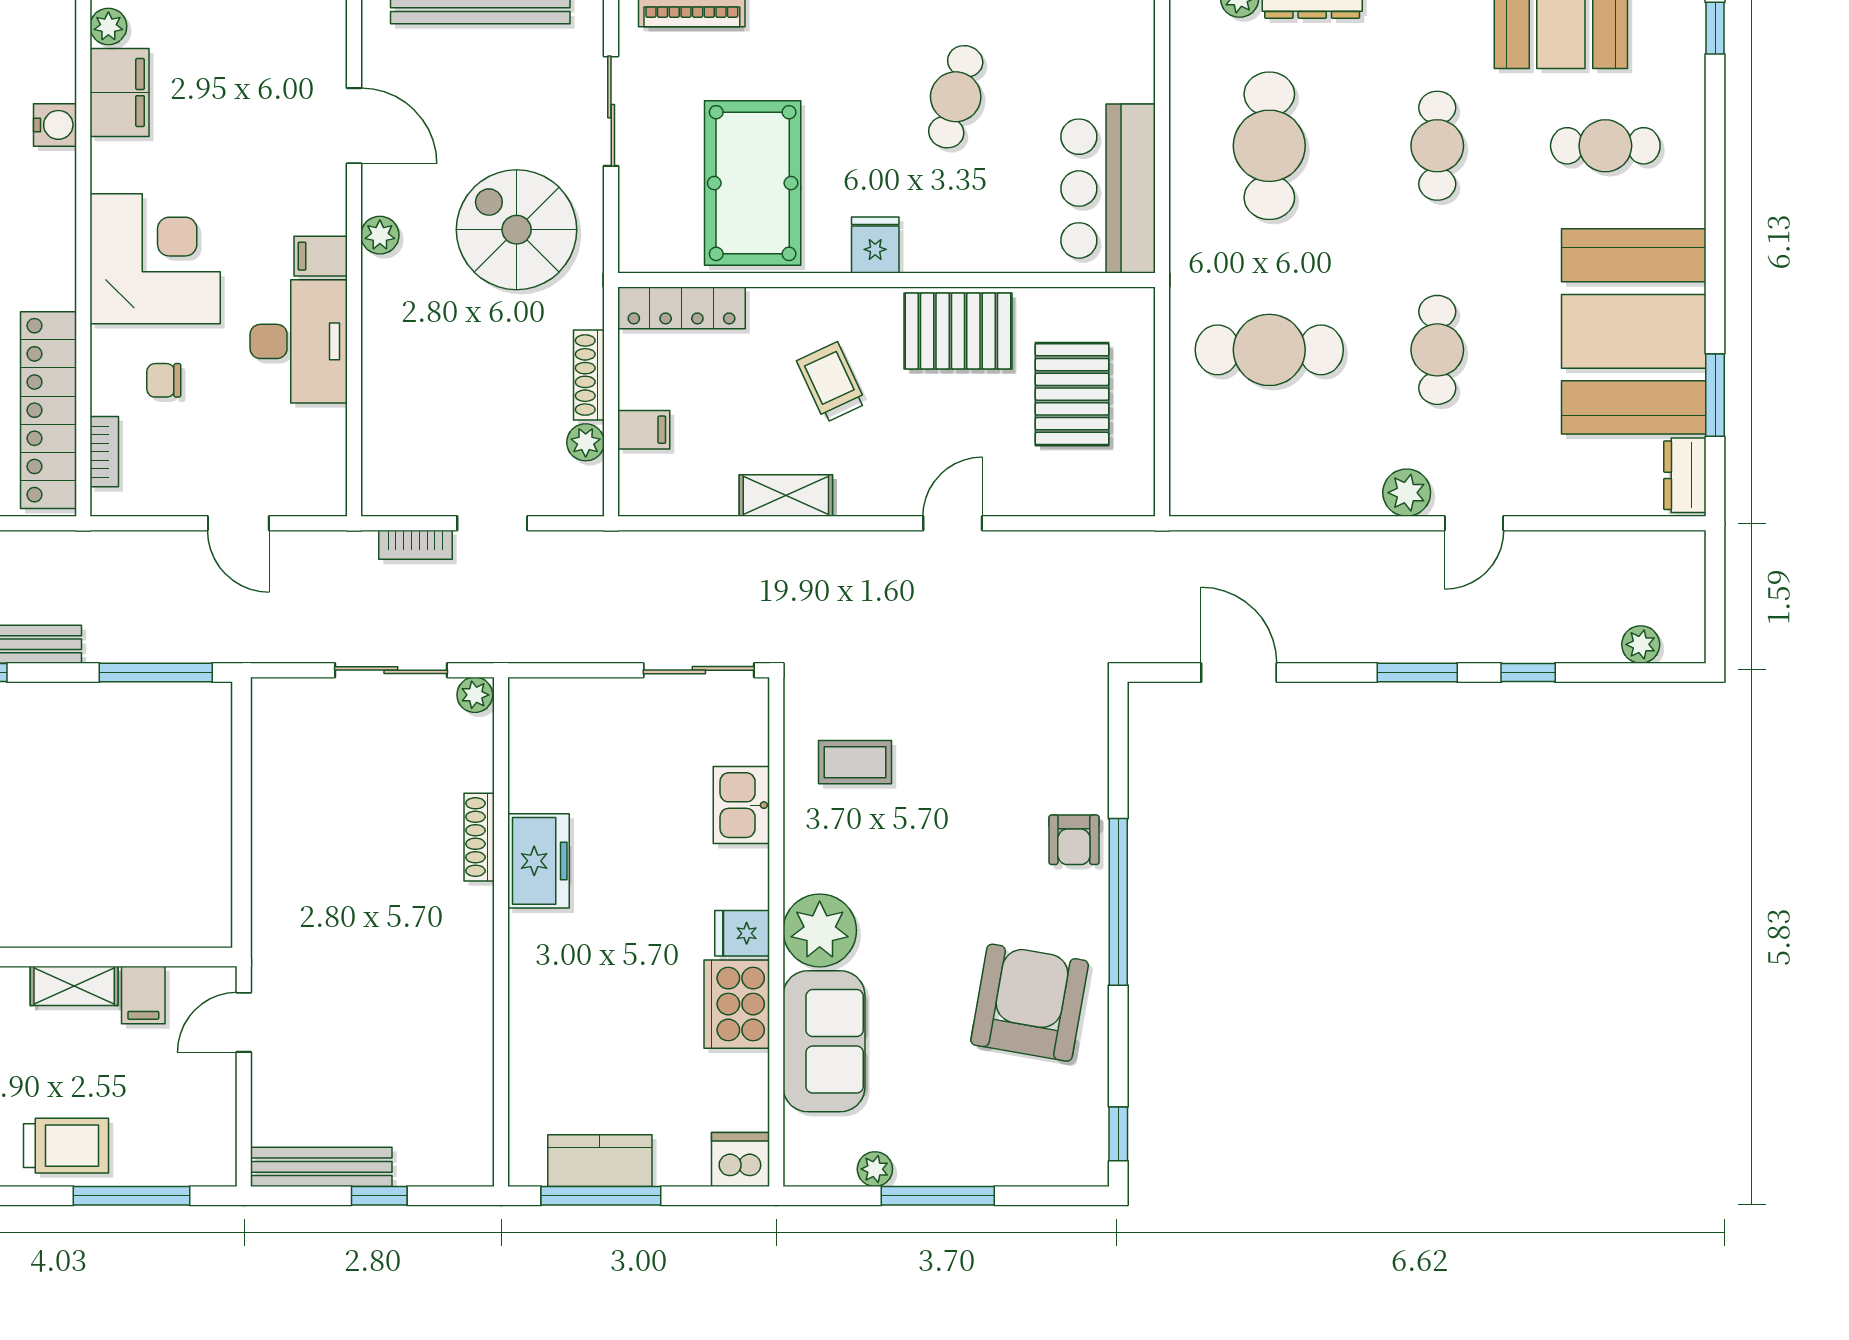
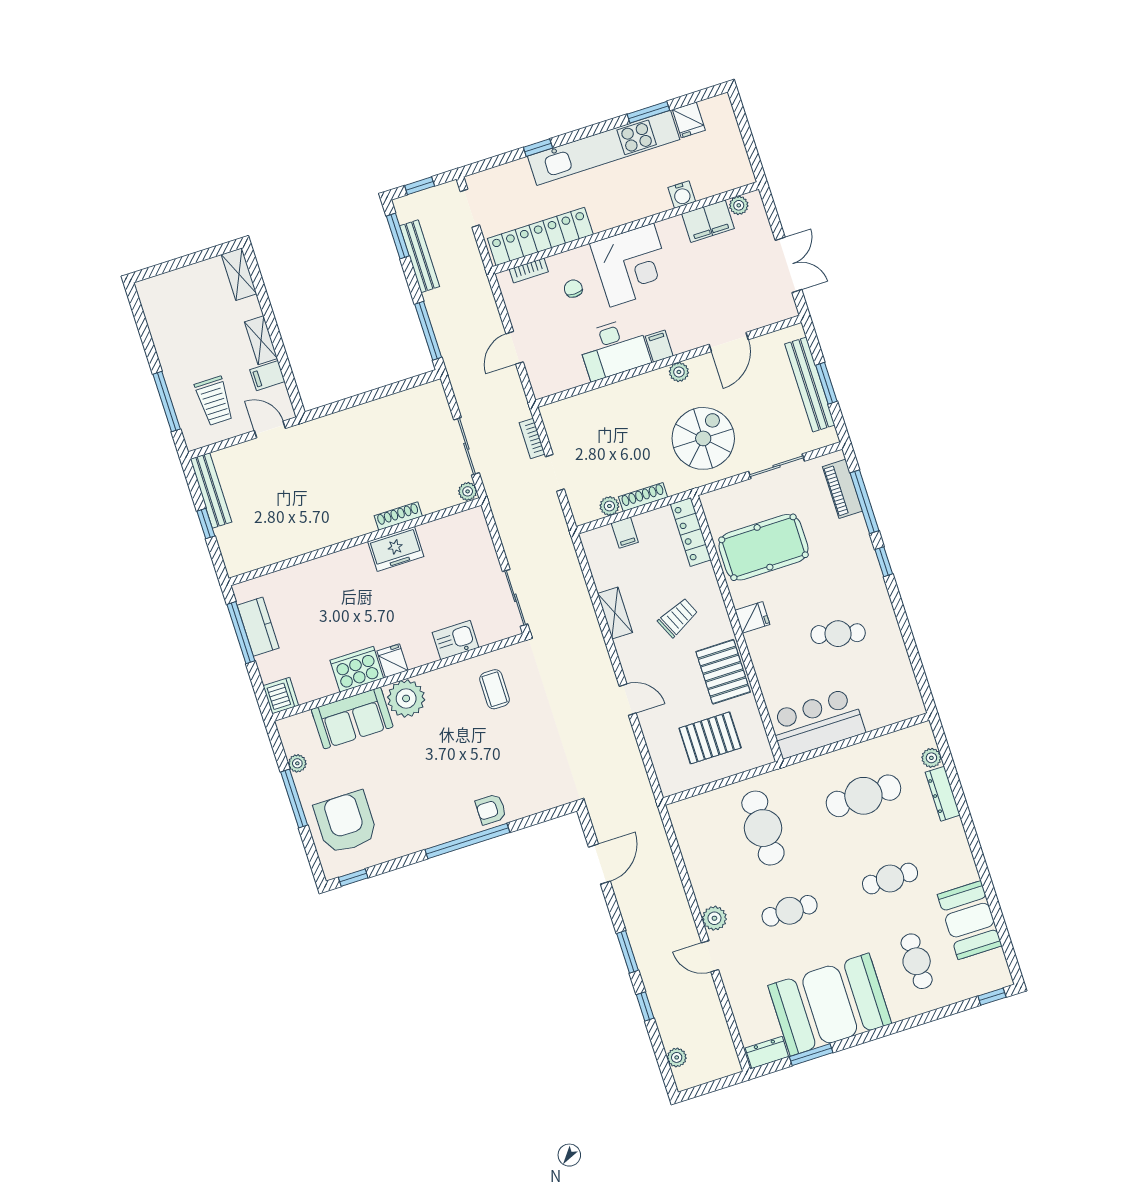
armchair: (1030, 1003) -> (346, 822), moved, turned -100
trolley: (66, 1146) -> (214, 401), moved

